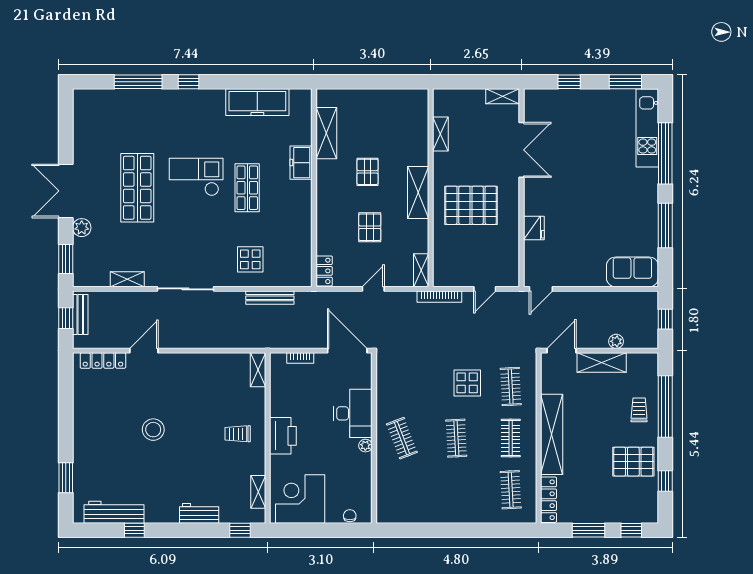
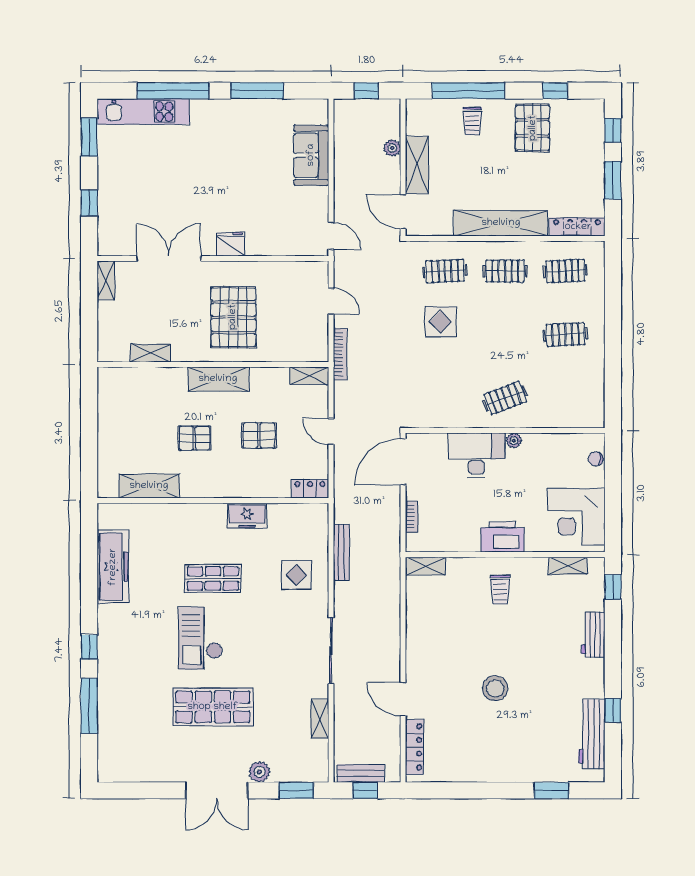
freezer: (301, 163) -> (247, 516), moved
fridge: (534, 228) -> (231, 244), moved
sofa: (632, 272) -> (311, 155), moved
trolley: (639, 410) -> (472, 121), turned -90
clothes rail: (456, 438) -> (565, 334), moved

